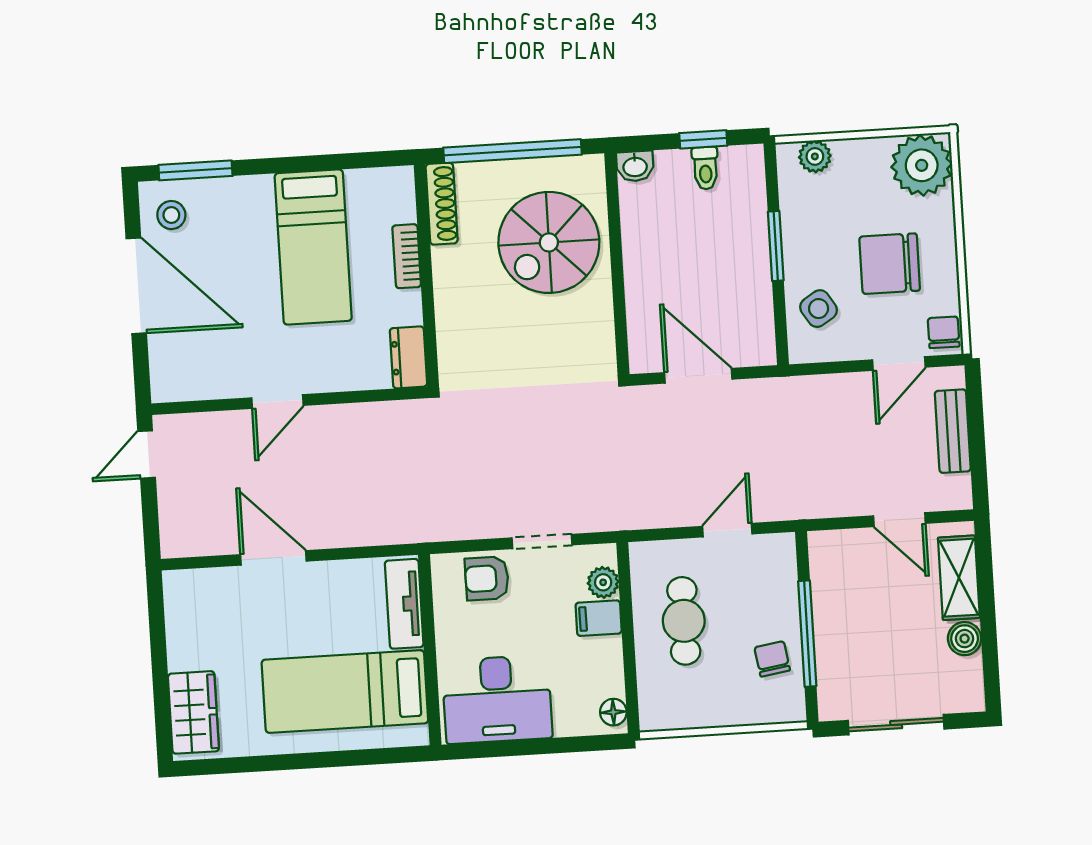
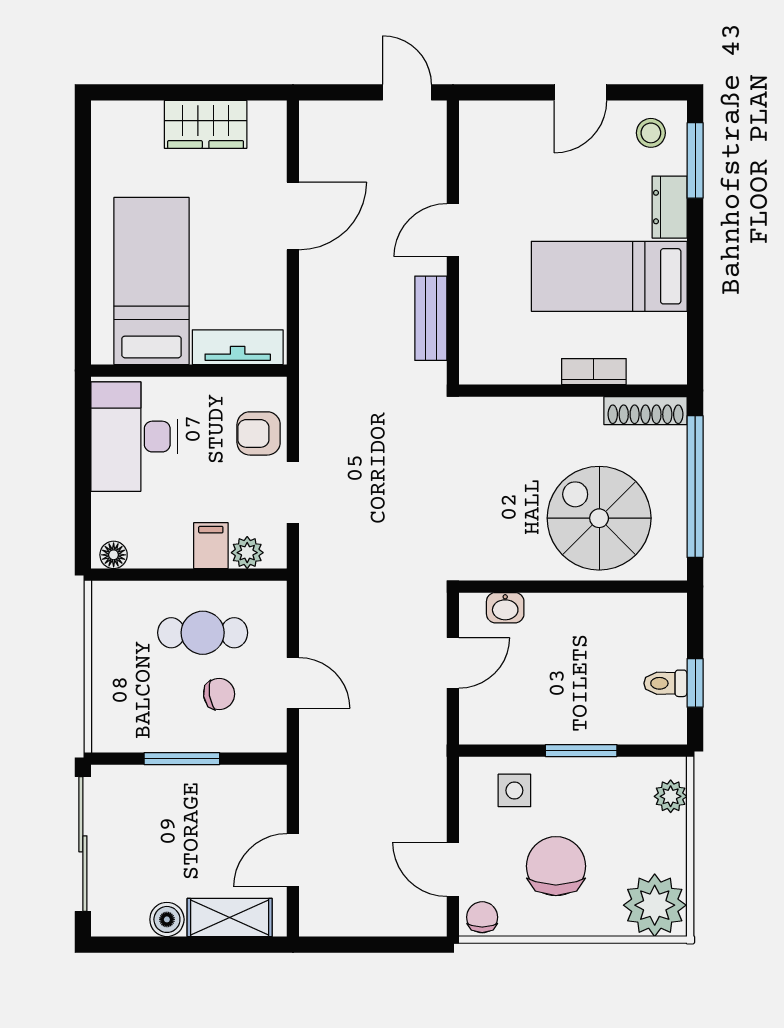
washbasin: (635, 166) -> (505, 608), moved, turned -90
door: (136, 286) -> (580, 92), width x0.53
side table: (819, 309) -> (514, 790), turned 32
chair: (944, 332) -> (482, 917), turned -90
dresser: (408, 357) -> (670, 207), moved, turned -90
door: (698, 376) -> (453, 663), width x0.73
door: (277, 402) -> (453, 230), hinge flipped
bench: (953, 431) -> (431, 318), moved, turned 90
armchair: (487, 578) -> (259, 433), turned -90
window: (807, 634) -> (182, 759), width x0.69
chair: (772, 659) -> (219, 694), moved
wardrobe: (193, 712) -> (206, 124), moved
sliding door: (896, 725) -> (83, 844), width x1.37

